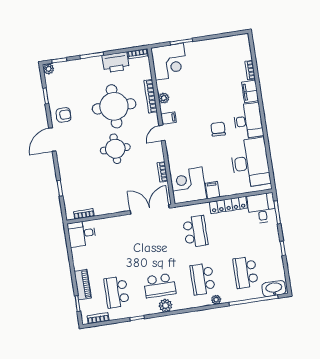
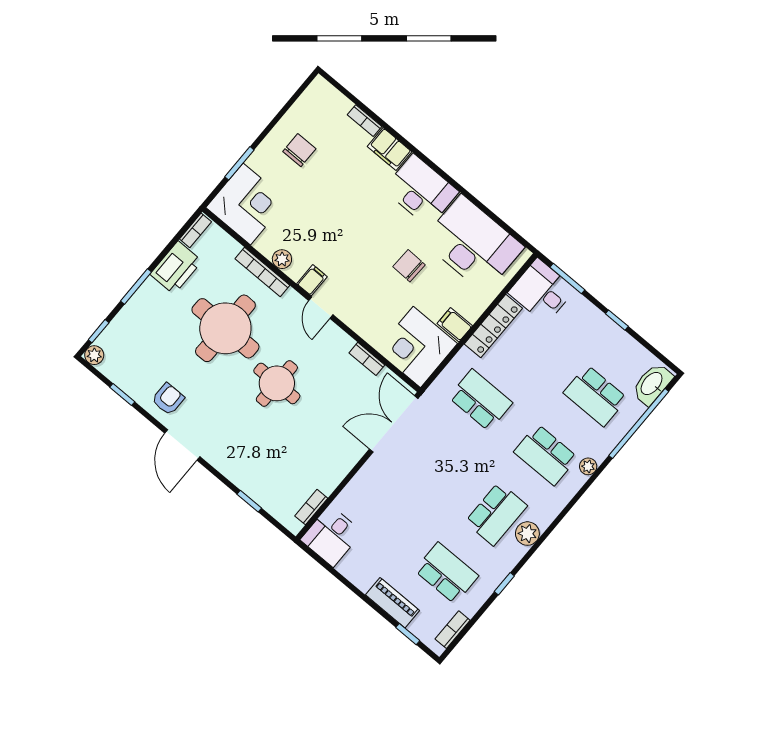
chair: (212, 58) -> (299, 150), added
chair: (218, 129) -> (409, 266), moved
school desk: (117, 292) -> (446, 573), turned 180

